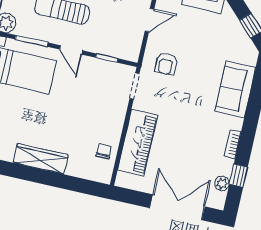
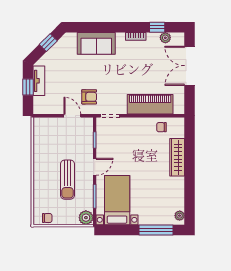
door: (149, 20) -> (72, 116), moved
wardrobe: (41, 159) -> (177, 157), moved

